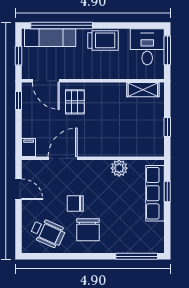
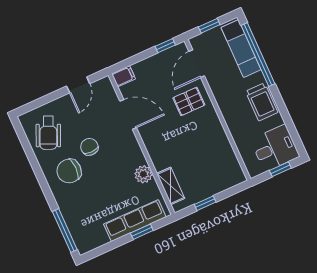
window: (167, 50) -> (280, 169), width x0.67
shelving: (143, 90) -> (171, 186), moved

